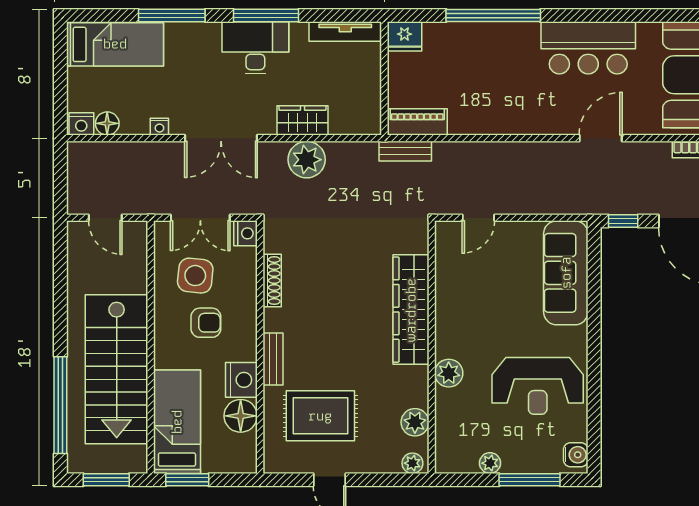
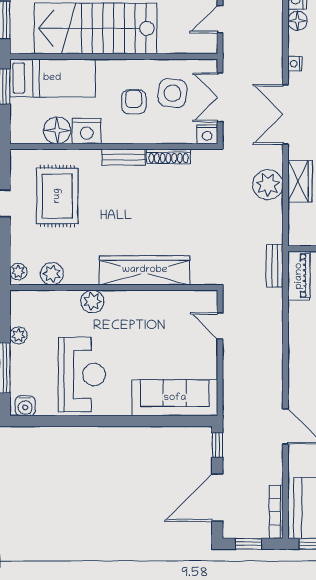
armchair: (206, 323) -> (134, 102), turned 180
bench: (273, 359) -> (124, 157), moved
reception desk: (538, 386) -> (82, 375), turned 180

